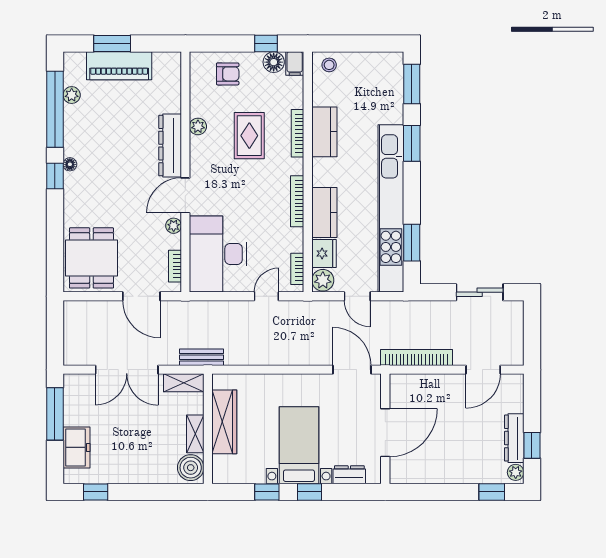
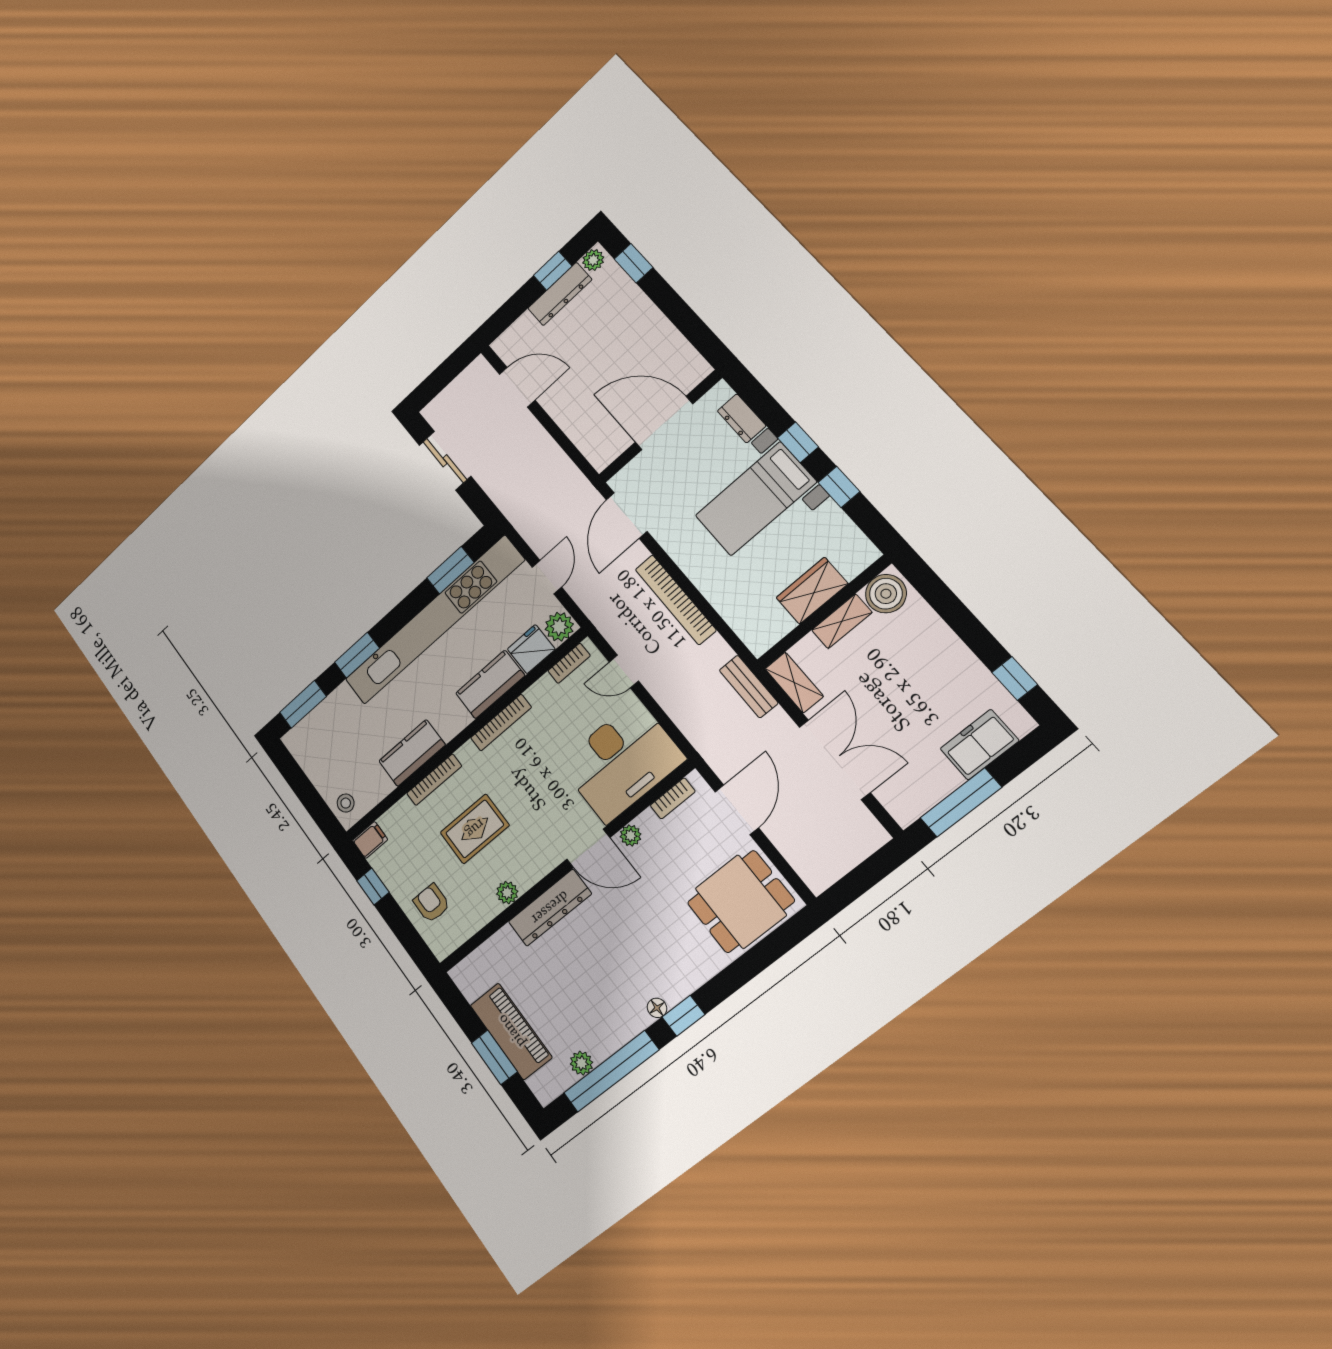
floor lamp: (274, 62) -> (385, 863), removed
bookcase: (417, 357) -> (676, 600), moved
wardrobe: (224, 422) -> (812, 591), width x0.67

